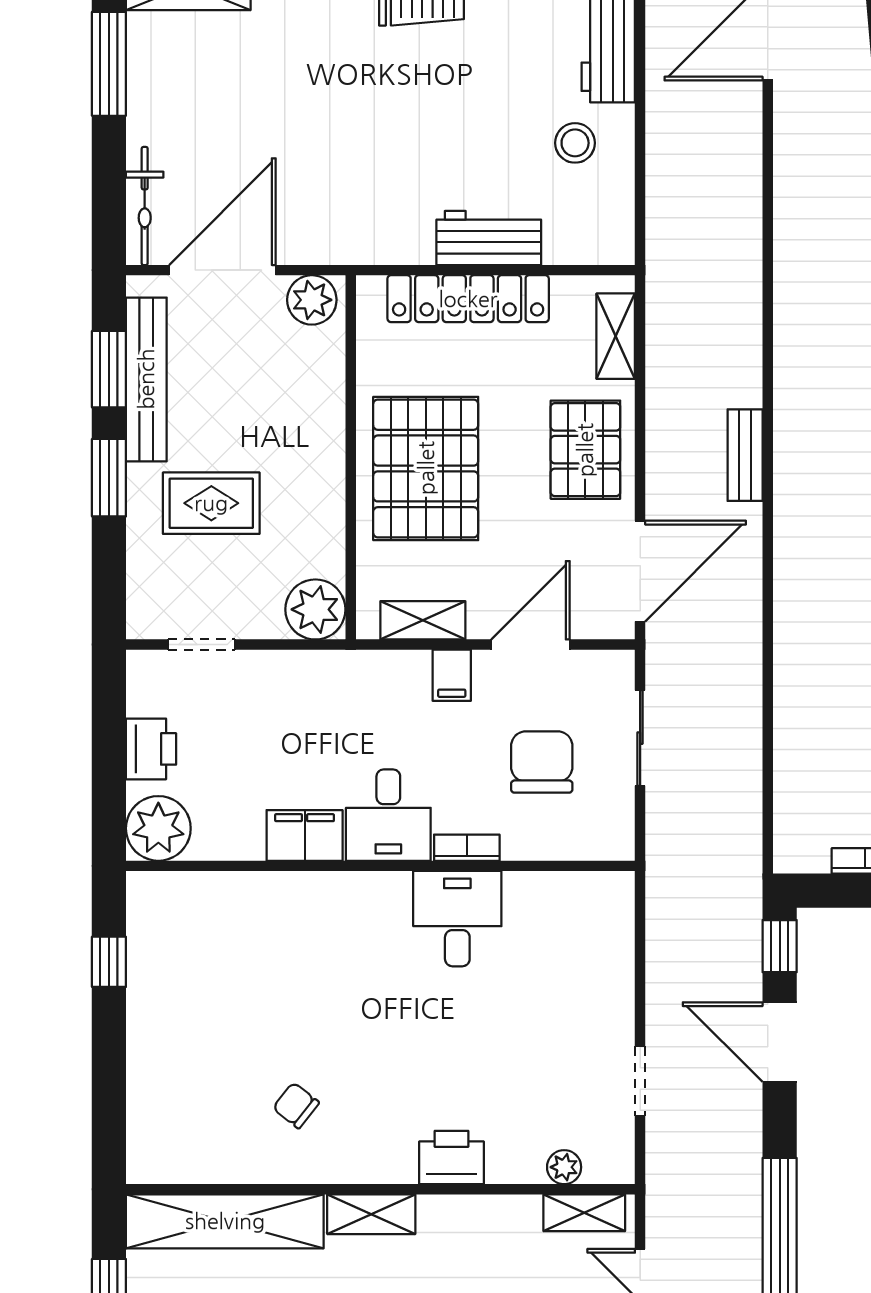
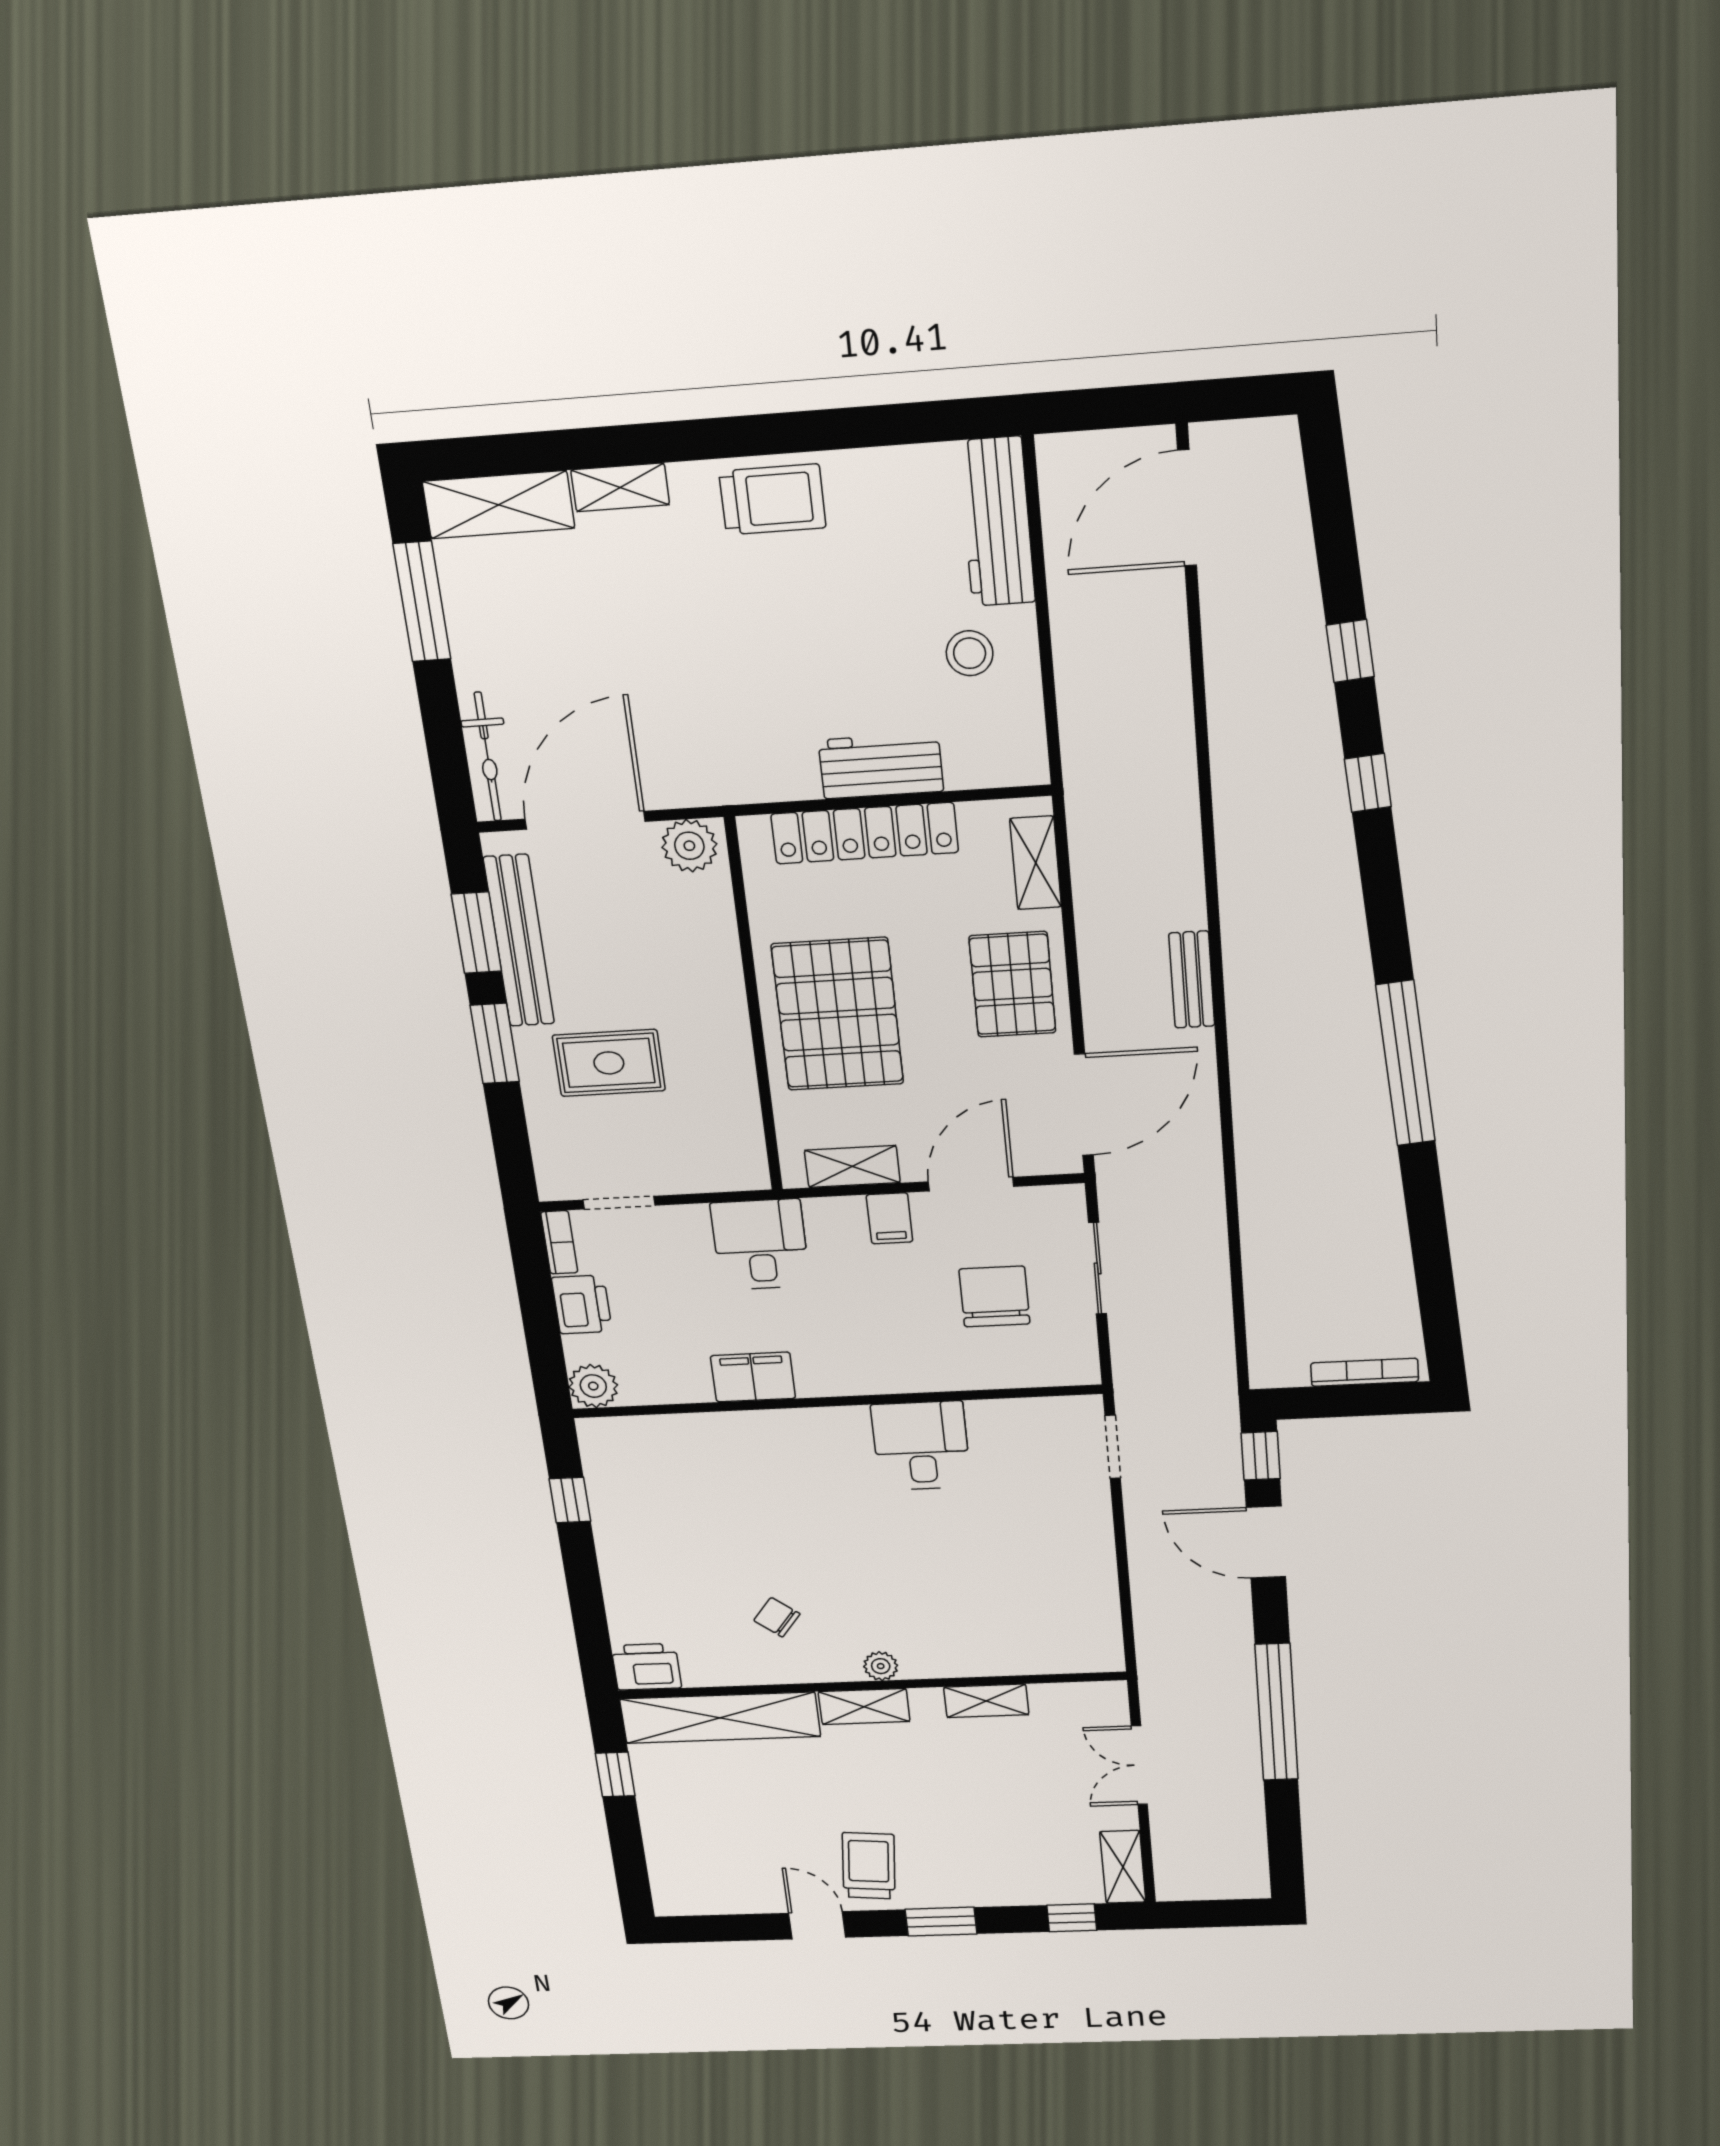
plant: (315, 609) -> (736, 1162), removed
desk: (388, 815) -> (760, 1244), moved, turned 180
plant: (158, 828) -> (593, 1386), width x0.73, depth x0.73
bookcase: (467, 848) -> (559, 1242), moved, turned 90
doorway: (640, 1081) -> (1113, 1447), moved
printer: (452, 1157) -> (646, 1667), moved
plant: (564, 1167) -> (881, 1666), moved
shelving: (584, 1213) -> (986, 1701), moved

